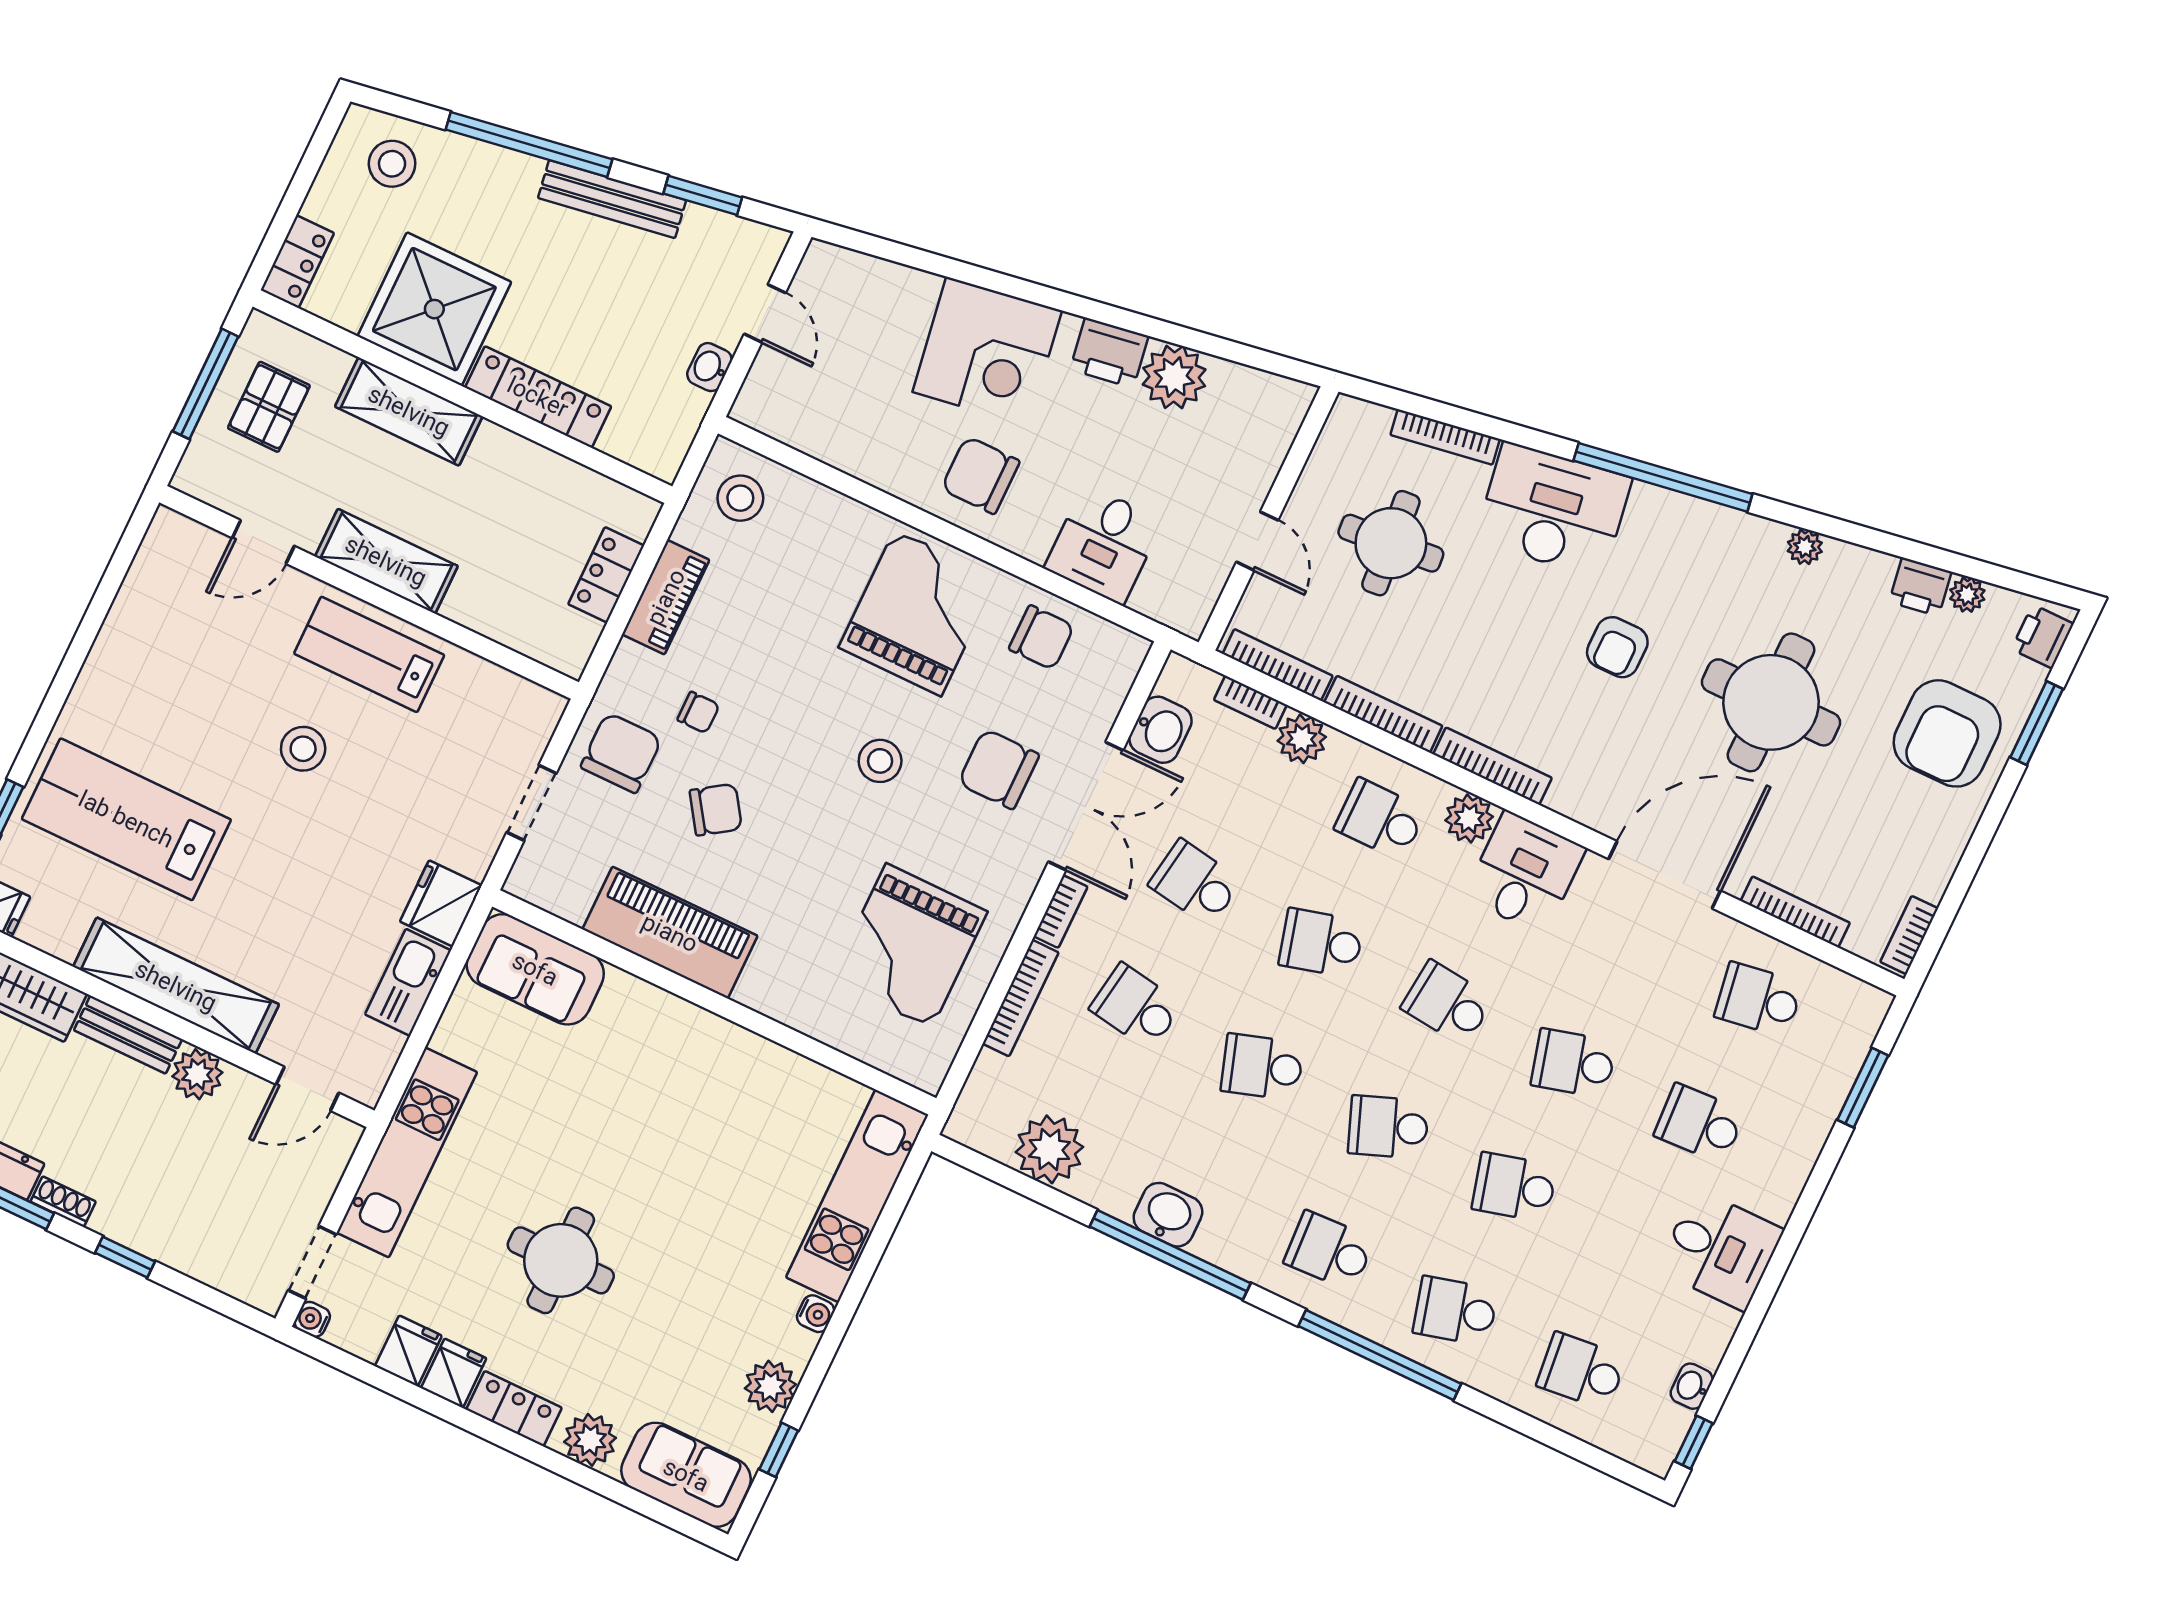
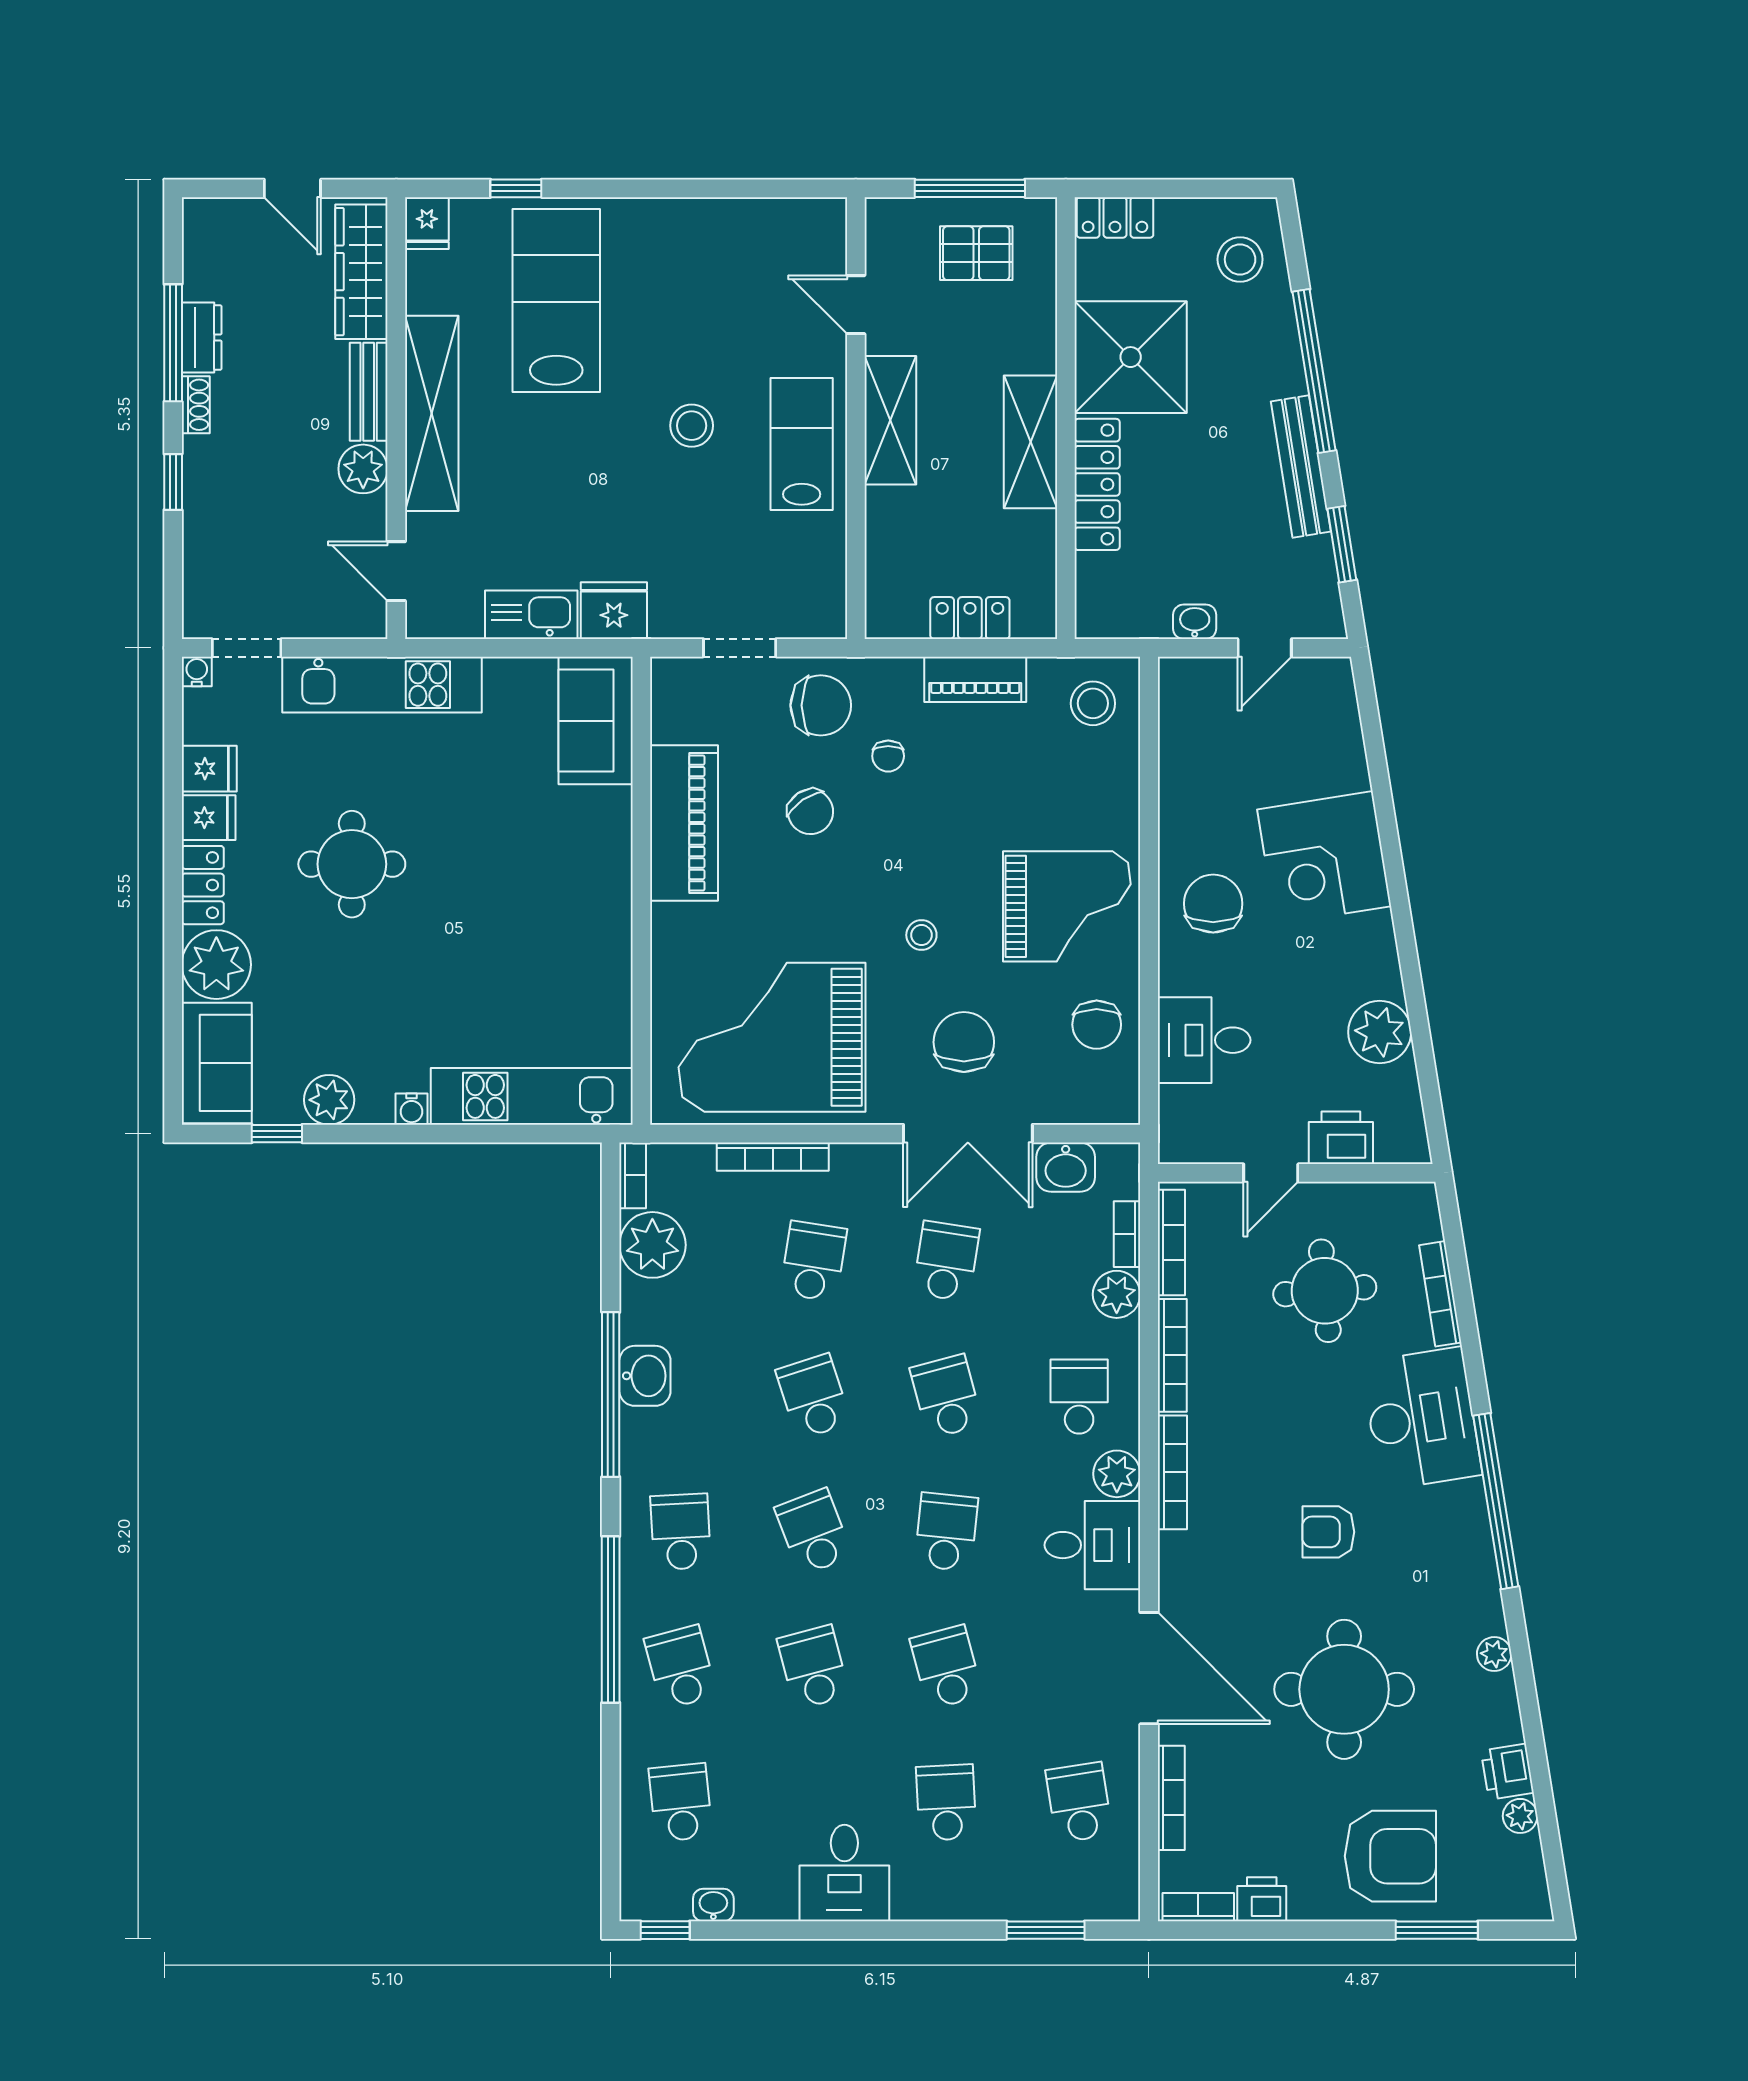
printer: (1109, 353) -> (1341, 1138), moved, turned 99
shelving: (409, 411) -> (1030, 442), moved
printer: (2043, 636) -> (1262, 1899), moved
armchair: (1947, 733) -> (1390, 1856), turned 180
stool: (880, 761) -> (921, 935), width x0.73, depth x0.73
bookcase: (1061, 911) -> (633, 1175), moved, turned -90
grand piano: (909, 946) -> (772, 1037), width x1.37, depth x1.48
plant: (590, 1440) -> (216, 965), width x1.36, depth x1.36

